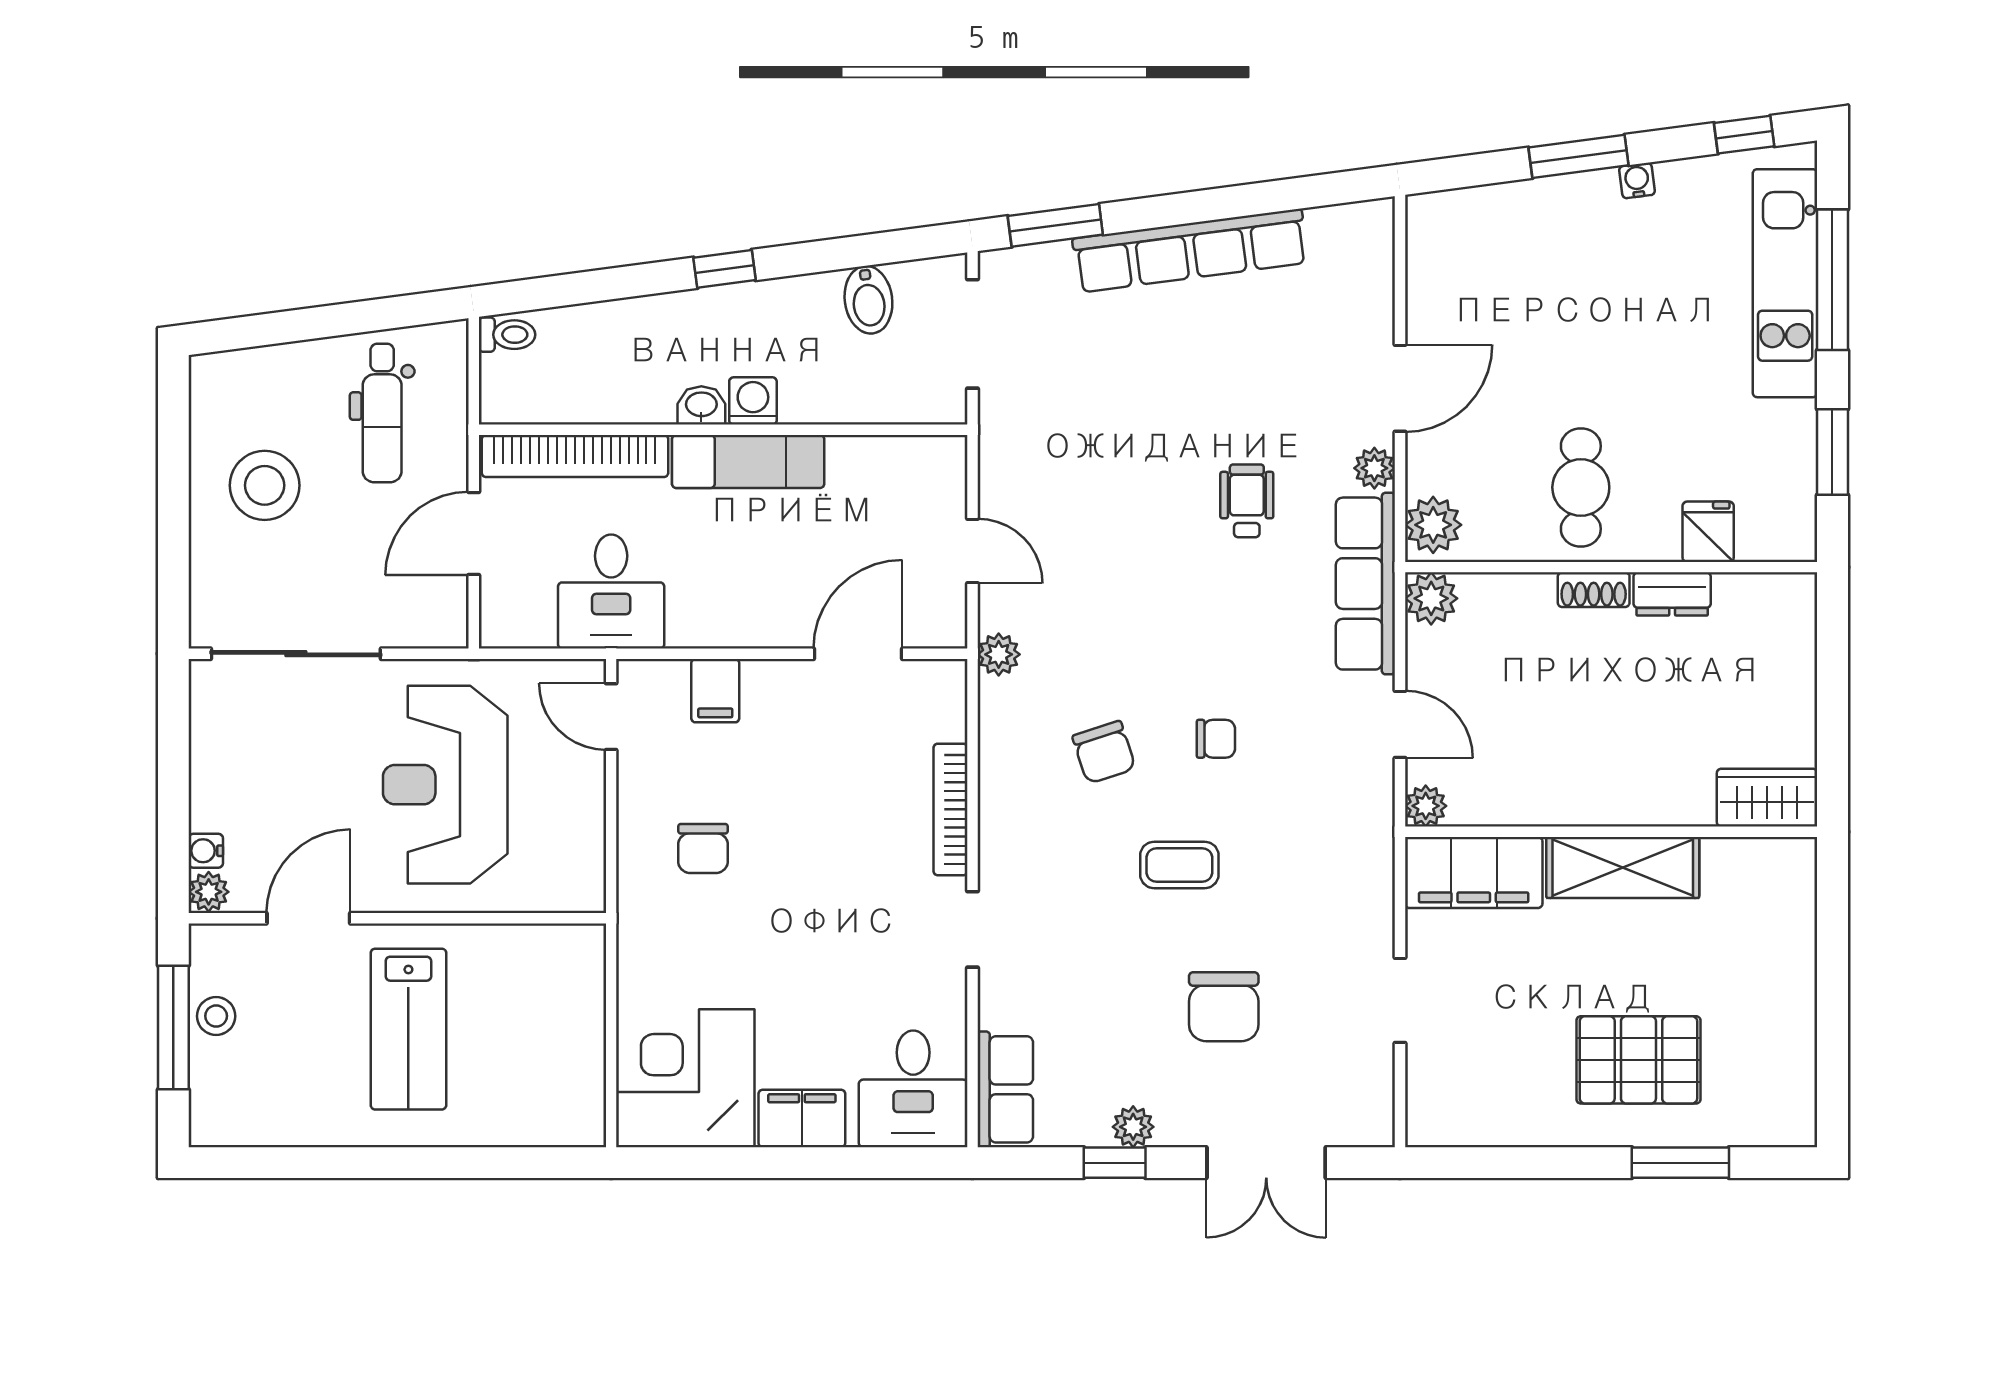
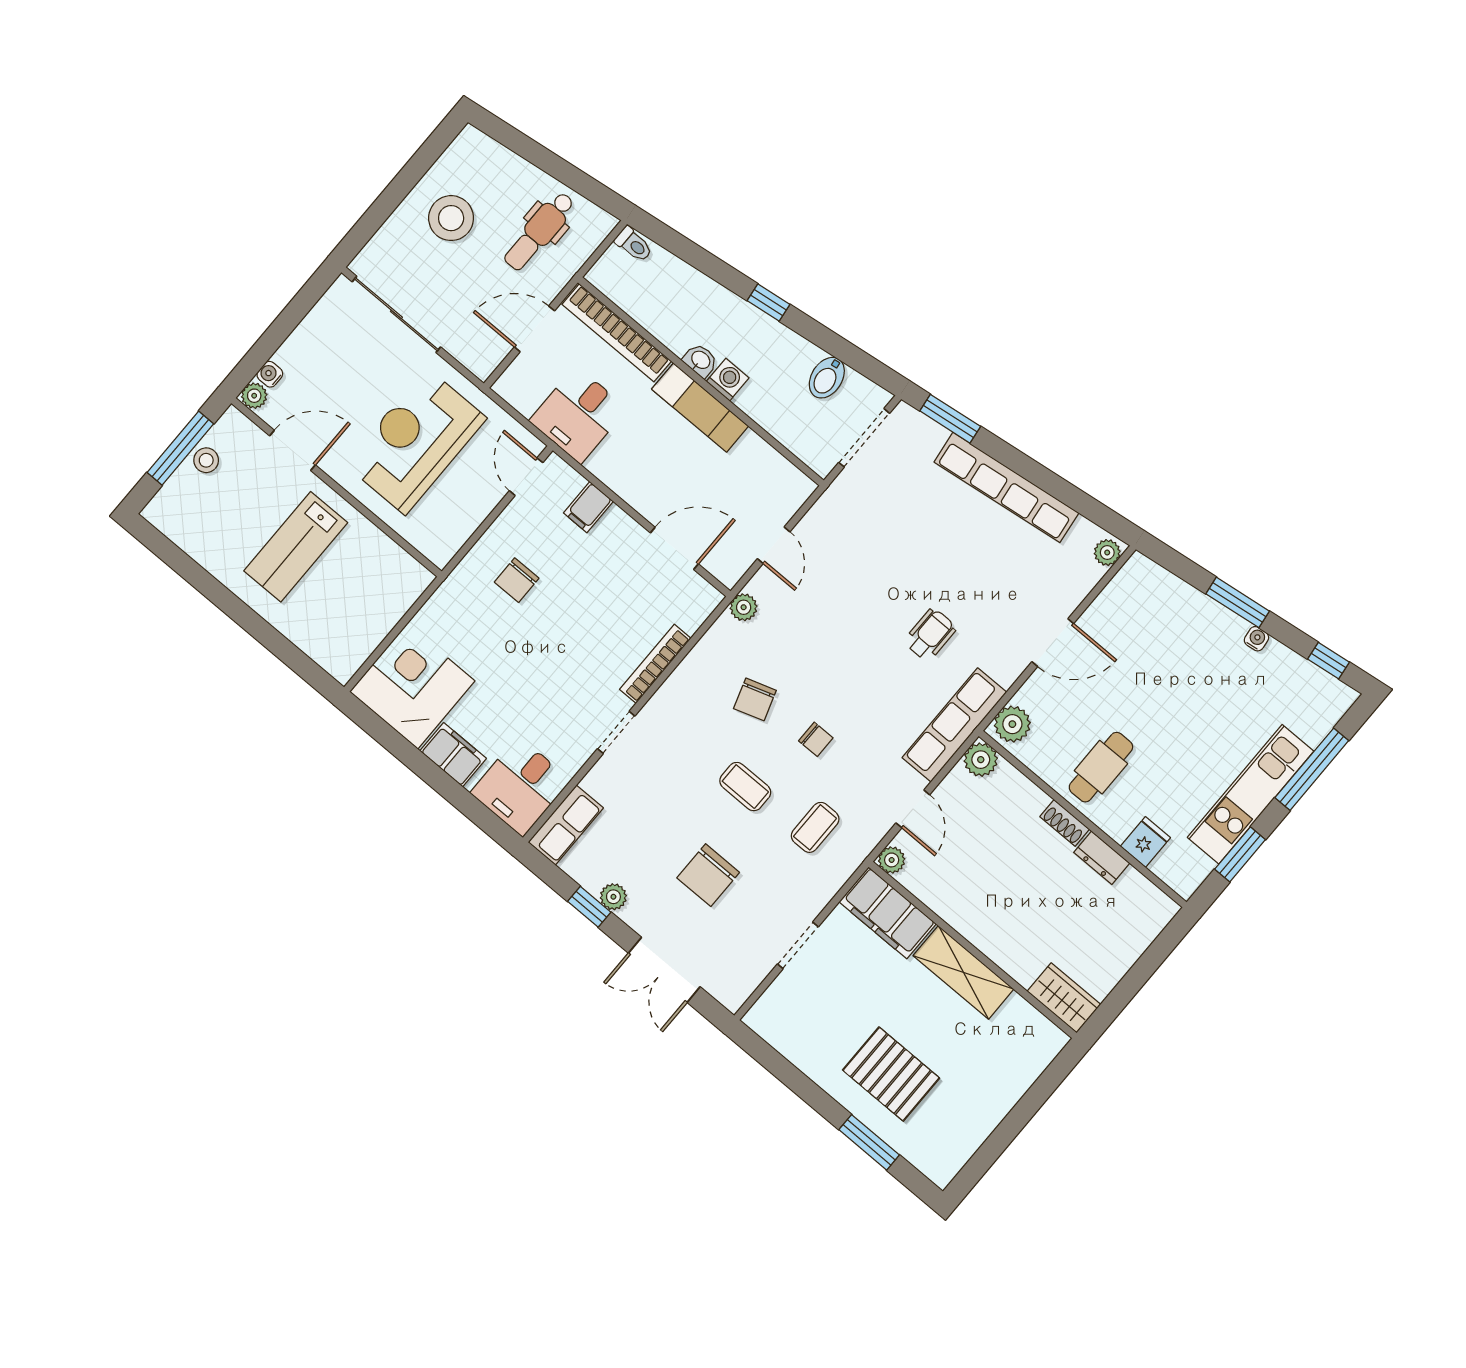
kitchen unit: (1785, 283) -> (1251, 794), moved
plant: (1374, 468) -> (1107, 553), moved
coffee table: (1303, 844) -> (815, 827), added

